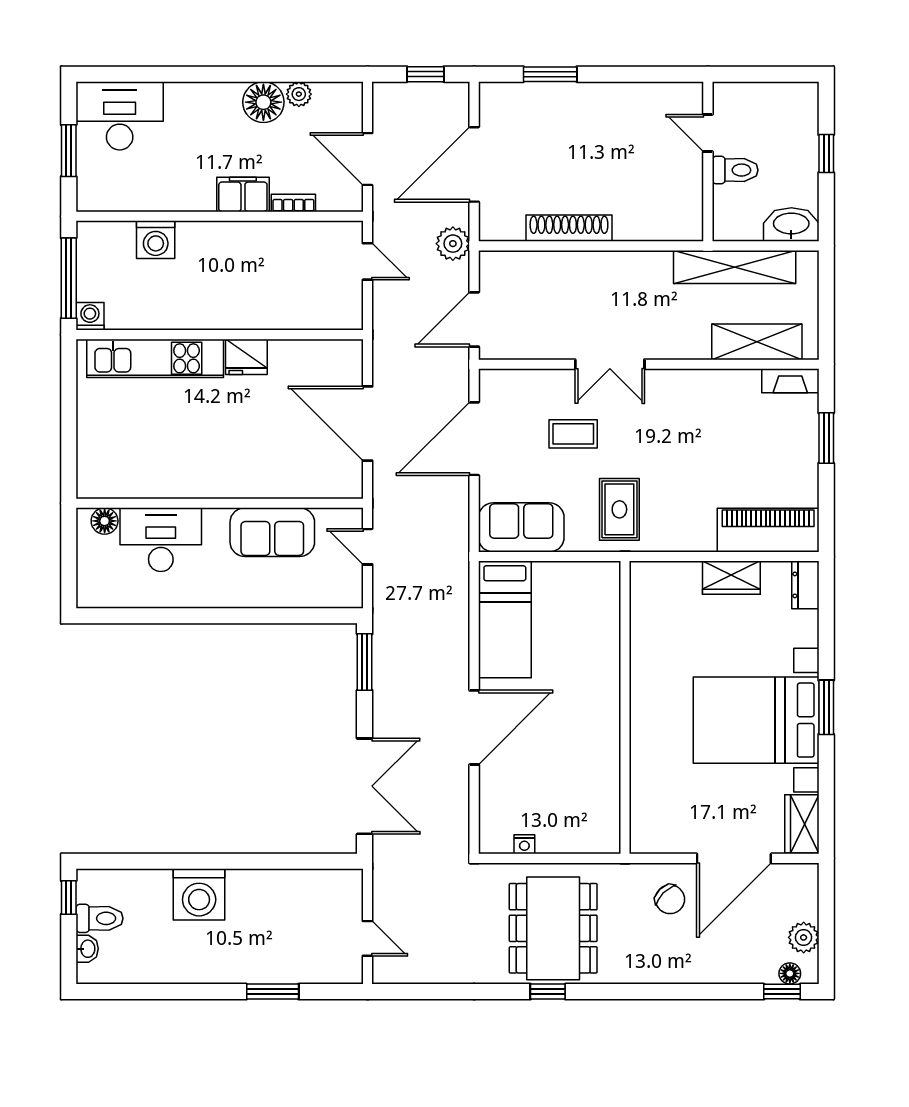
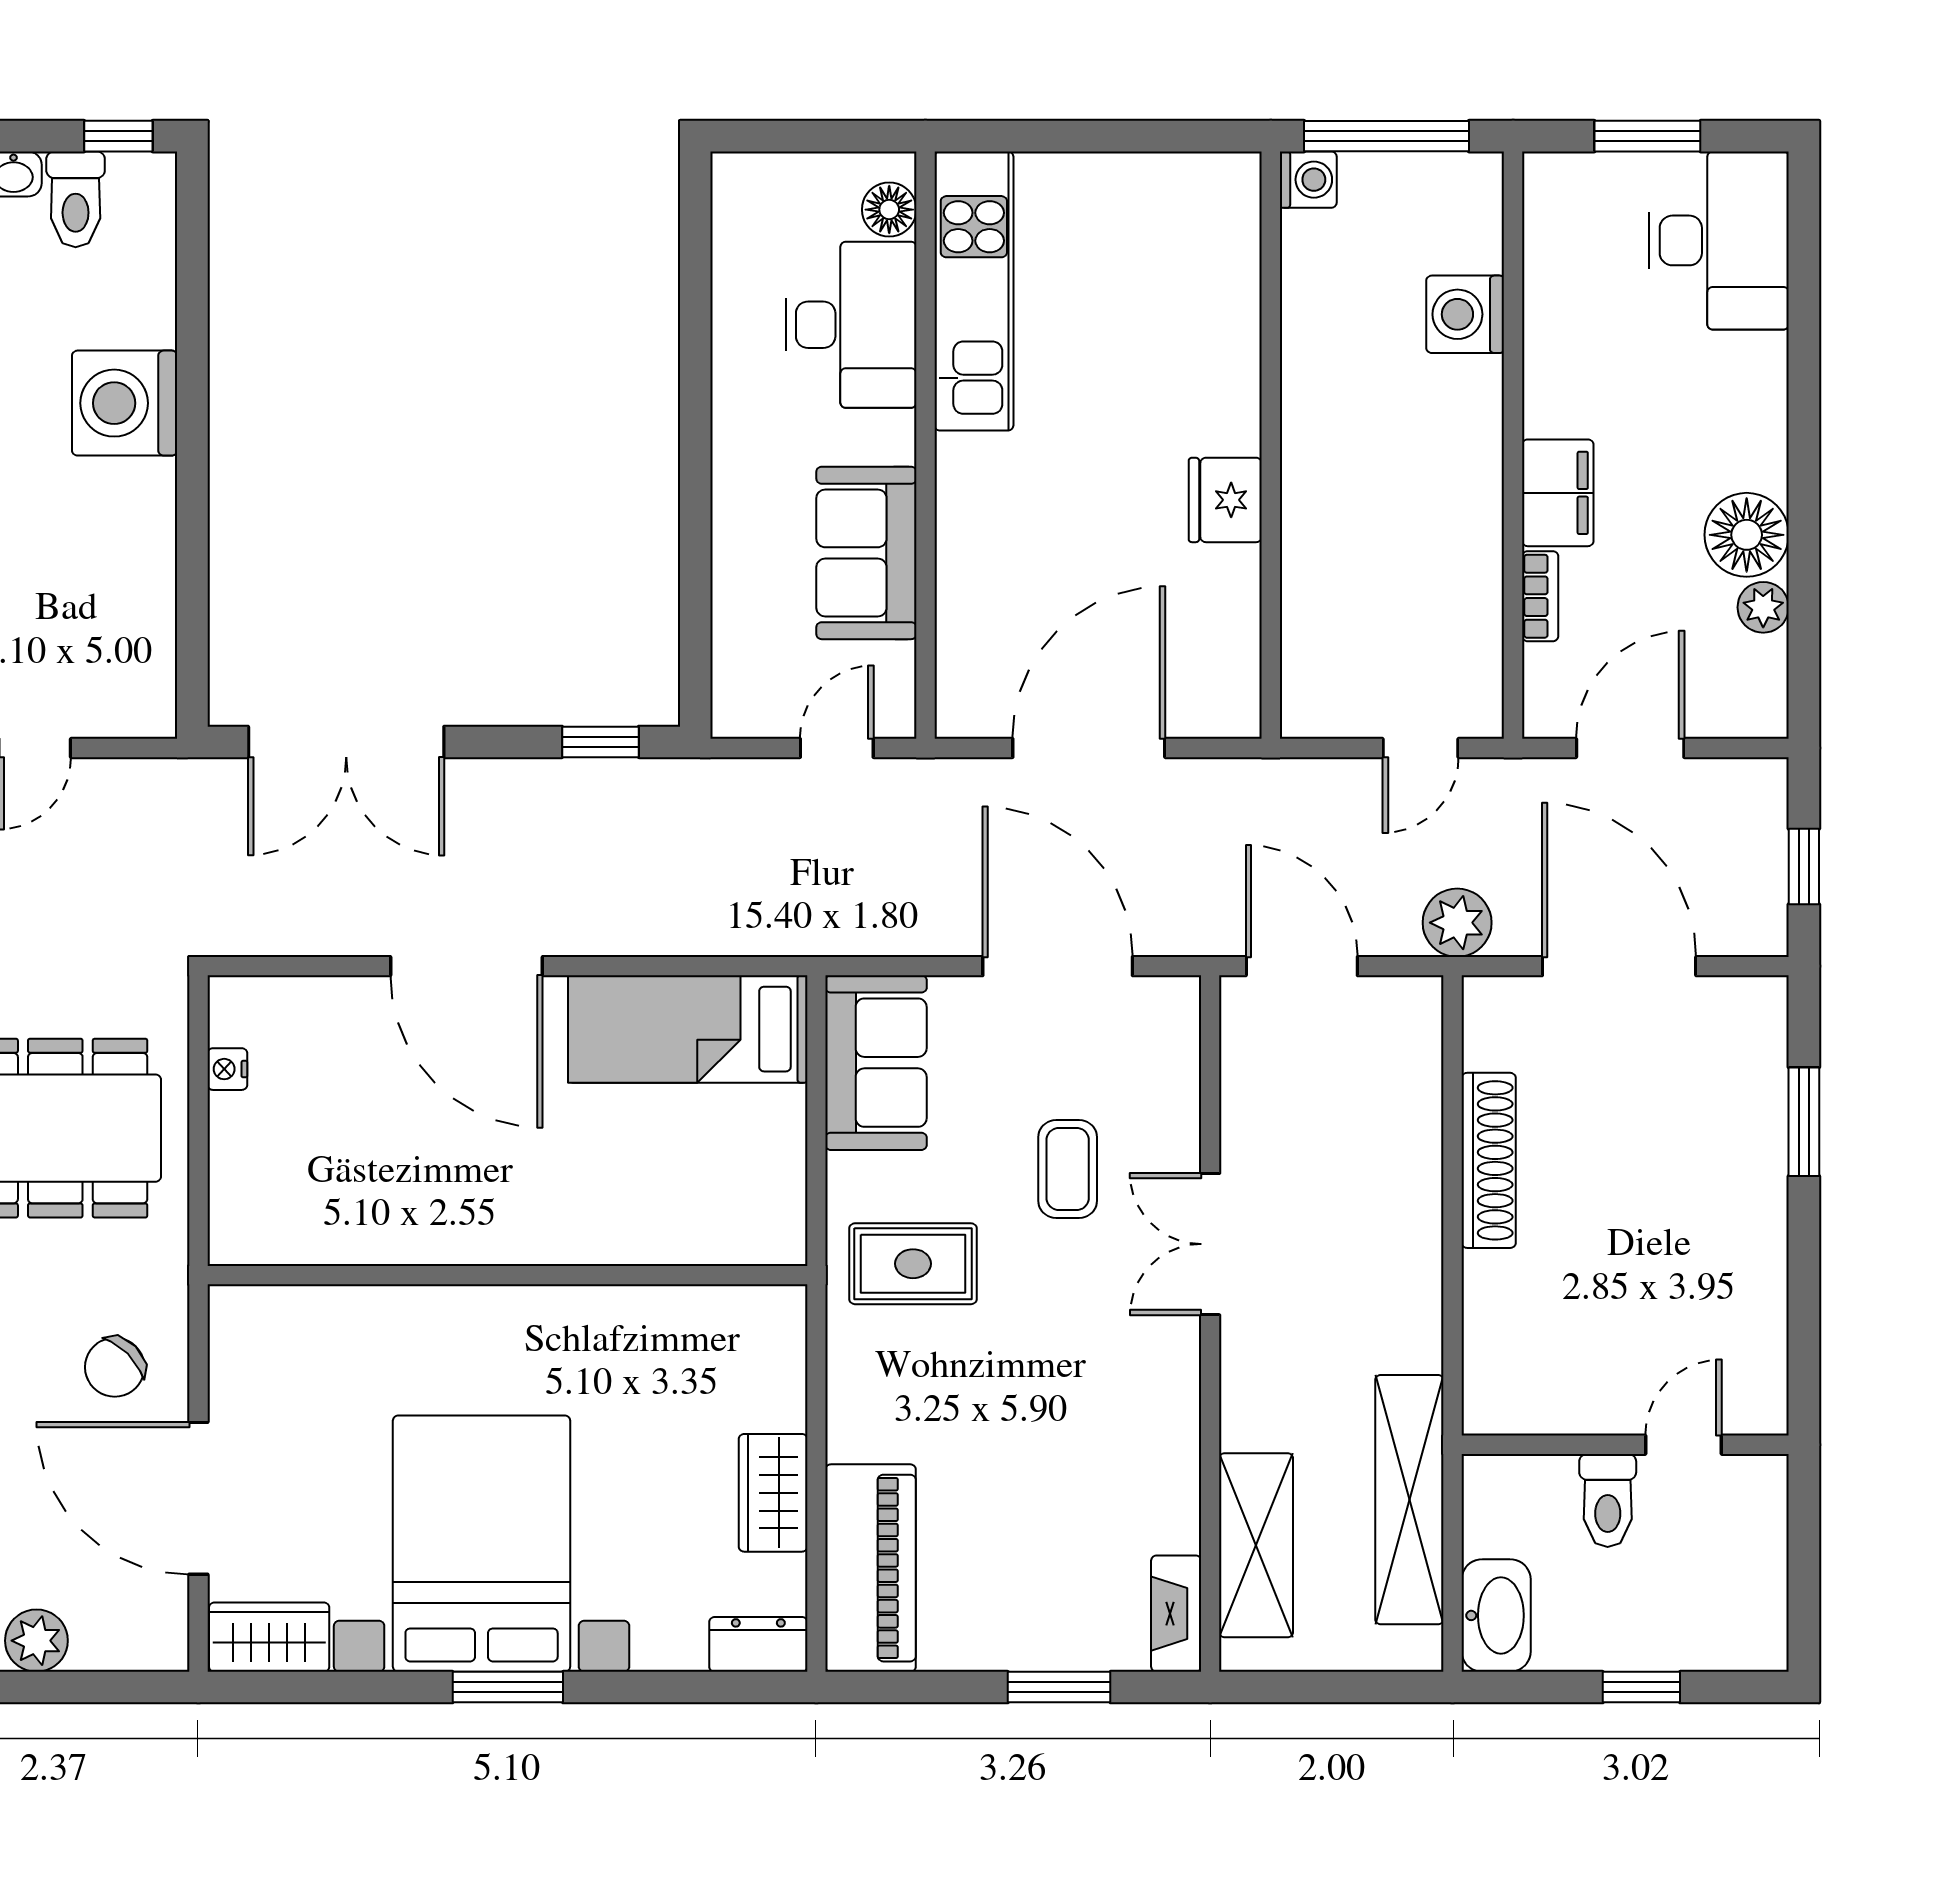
kitchen unit: (155, 358) -> (974, 291), moved, turned 180
window: (365, 662) -> (600, 742), width x0.67

